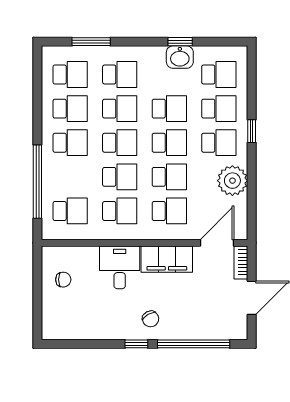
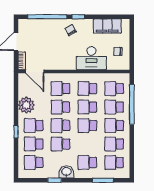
washbasin: (180, 57) -> (67, 172), moved
school desk: (120, 109) -> (114, 107), moved
door: (217, 243) -> (35, 71), hinge flipped
filing cabinet: (167, 259) -> (107, 26), moved, turned 180
desk: (120, 267) -> (91, 58), width x1.37

